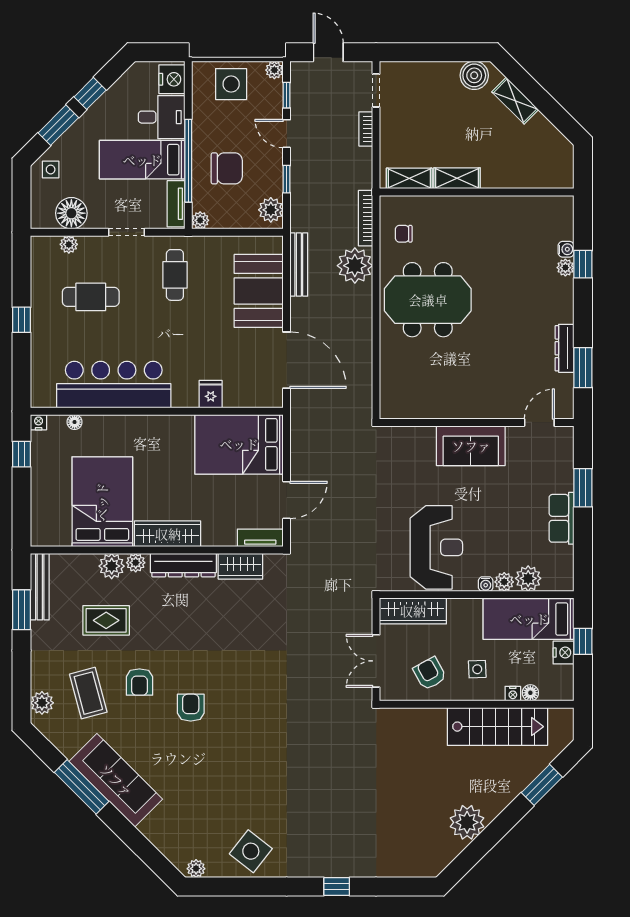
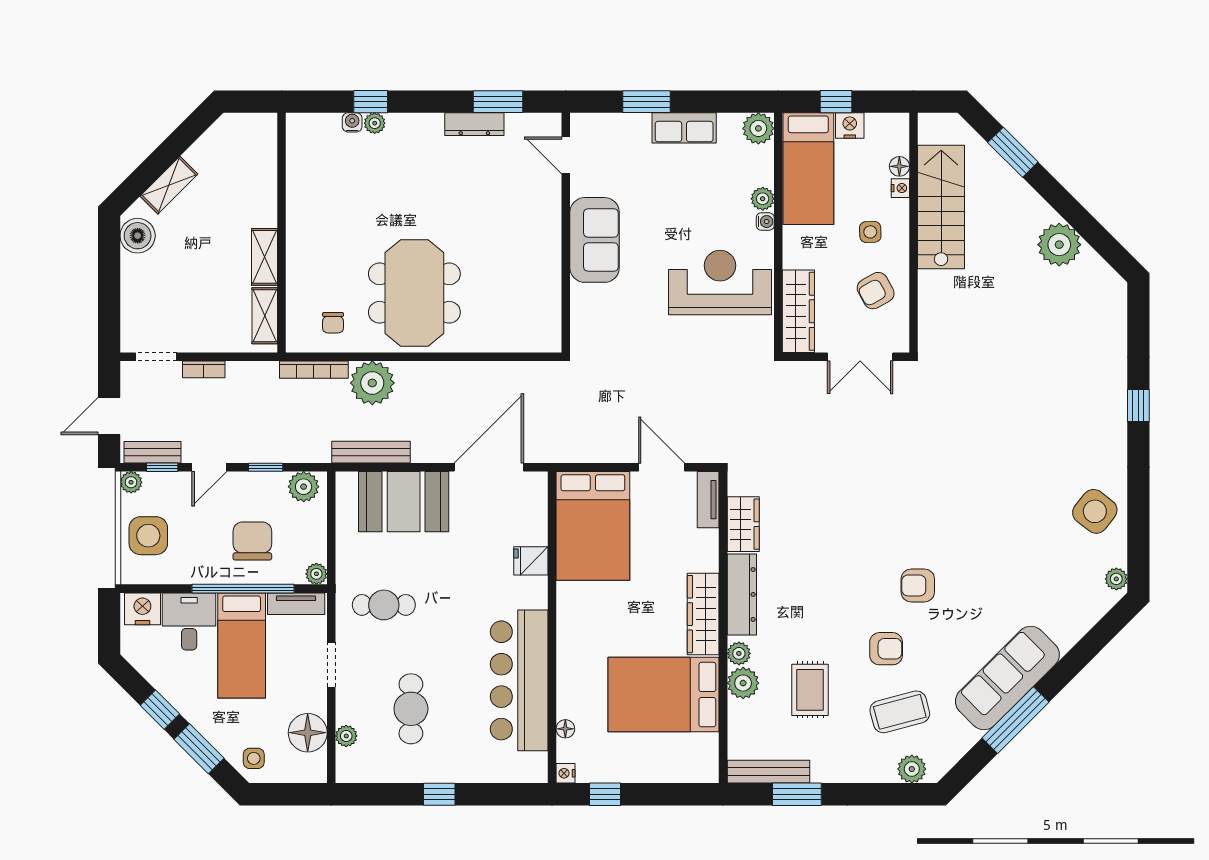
bench: (299, 87) -> (152, 452), added
plant: (528, 578) -> (758, 128), moved

